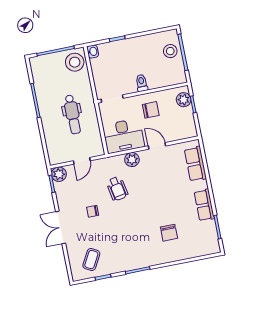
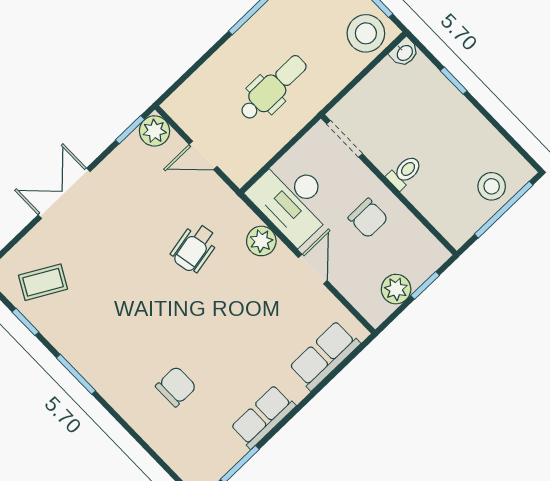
plant: (184, 100) -> (396, 289), moved
dental chair: (72, 114) -> (273, 88), turned 180
chair: (93, 211) -> (128, 231), removed
chair: (169, 233) -> (176, 387), turned 180

